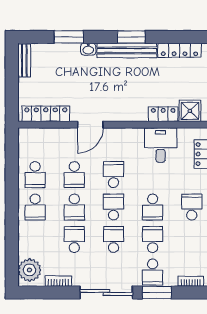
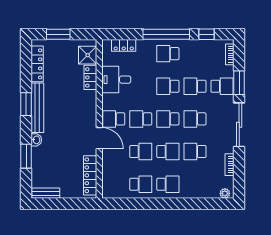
school desk: (113, 142) -> (114, 119), added
school desk: (153, 207) -> (168, 86), turned 180
plant: (29, 270) -> (225, 193), width x0.53, depth x0.53

